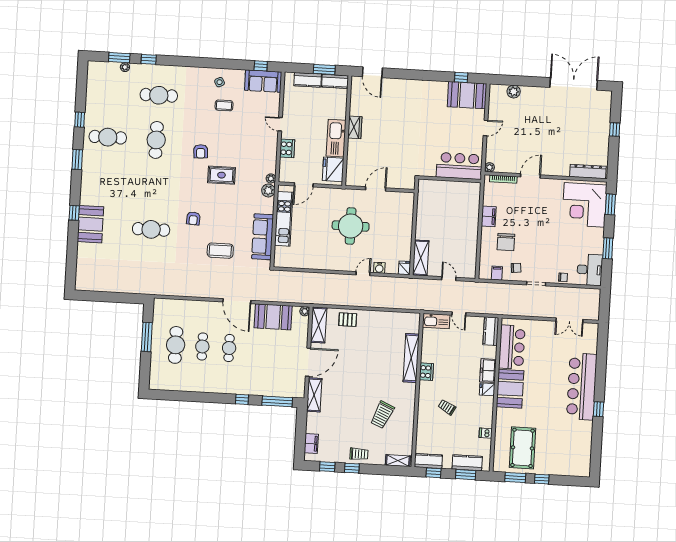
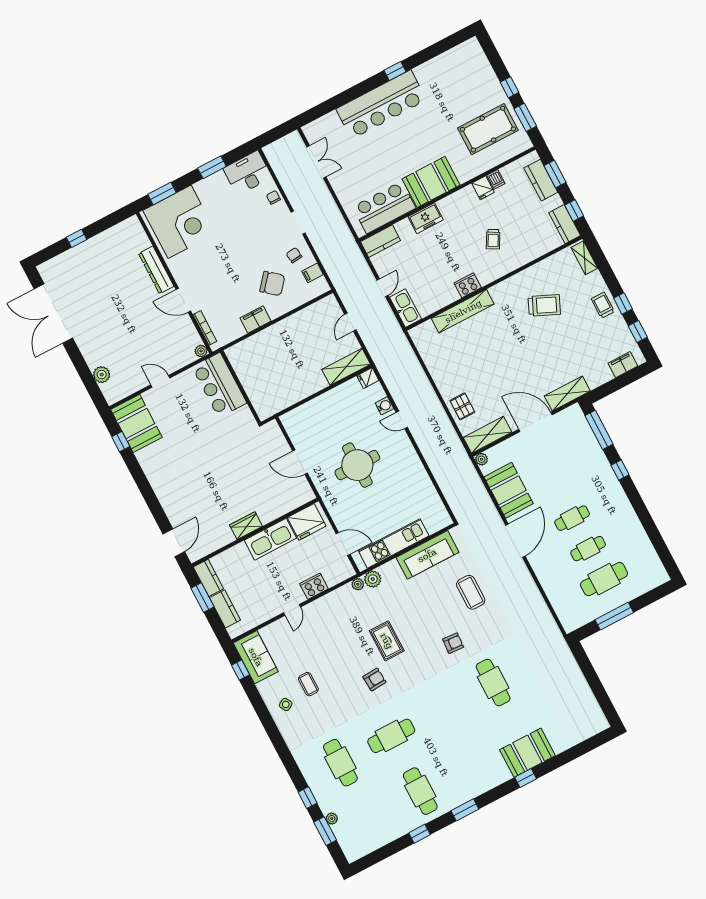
dresser: (588, 171) -> (156, 270), moved
chair: (506, 242) -> (272, 284), turned 40
fridge: (487, 389) -> (483, 188), moved

